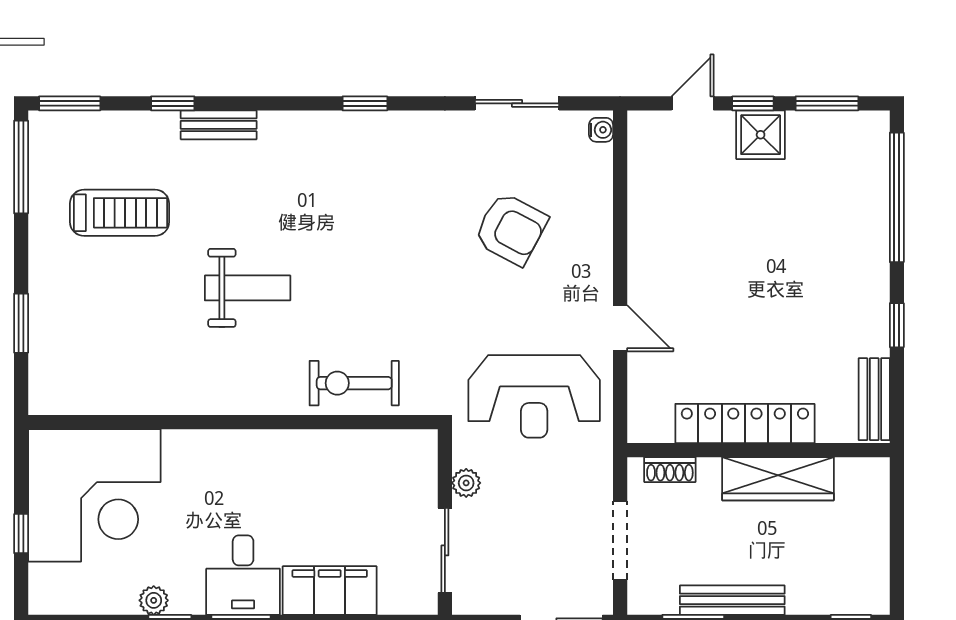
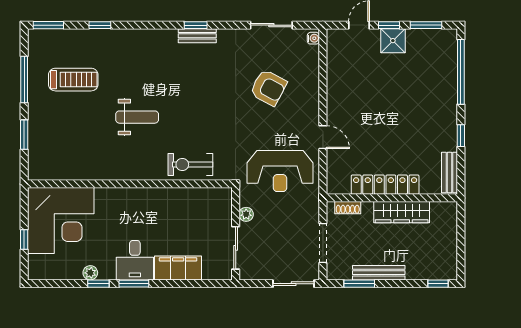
bench: (219, 125) -> (197, 36), moved
window: (21, 167) -> (24, 79), moved

